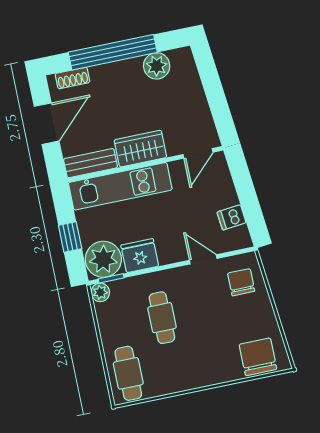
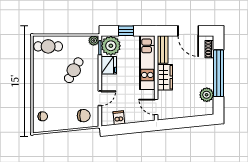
cafe table: (162, 318) -> (74, 70), turned -60
chair: (258, 357) -> (43, 116), width x0.54, depth x0.54

